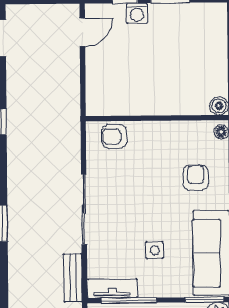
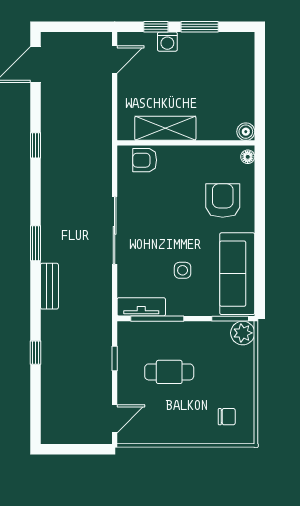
shelving: (136, 103) -> (165, 128), added
armchair: (196, 178) -> (223, 201), width x1.38, depth x1.38
bench: (73, 278) -> (49, 286), moved

